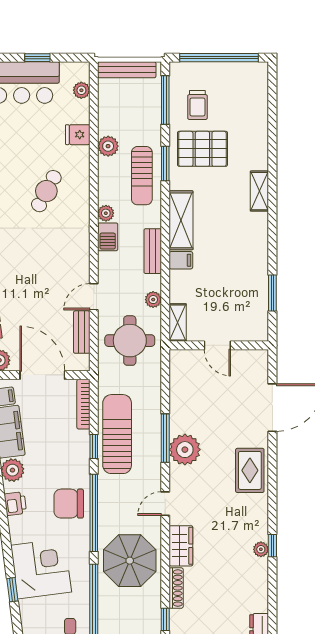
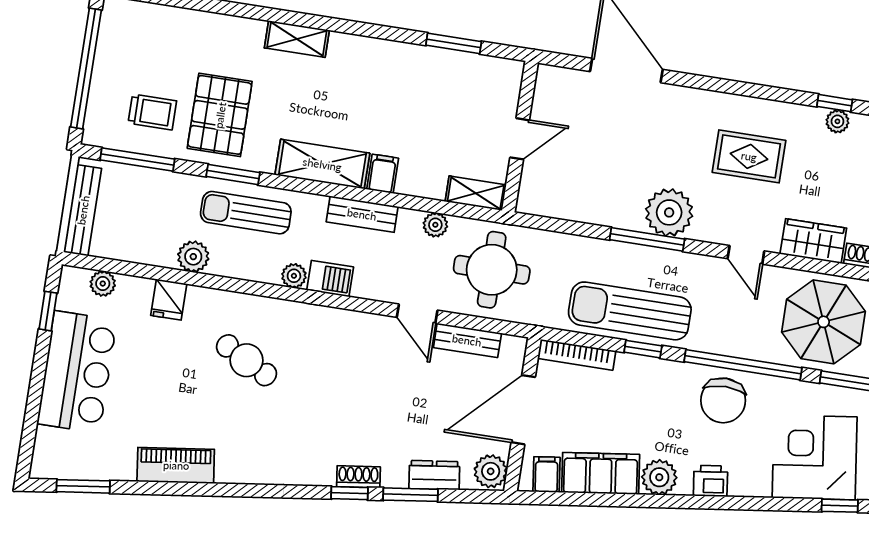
window: (37, 58) -> (48, 311), moved
sun lounger: (142, 176) -> (246, 213), turned 180
rug: (250, 470) -> (749, 156), moved

